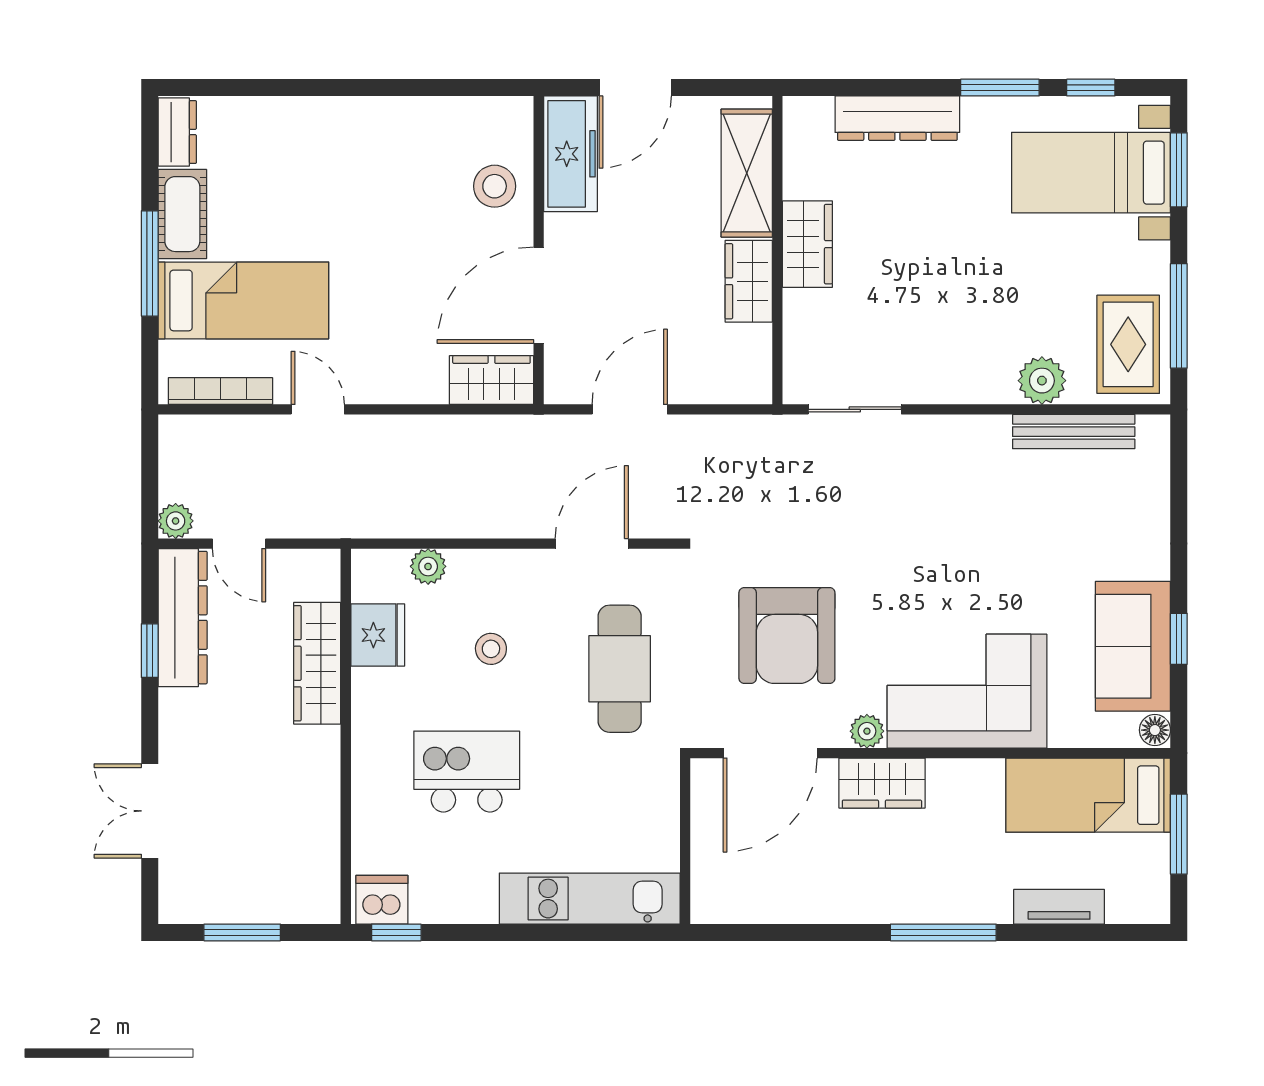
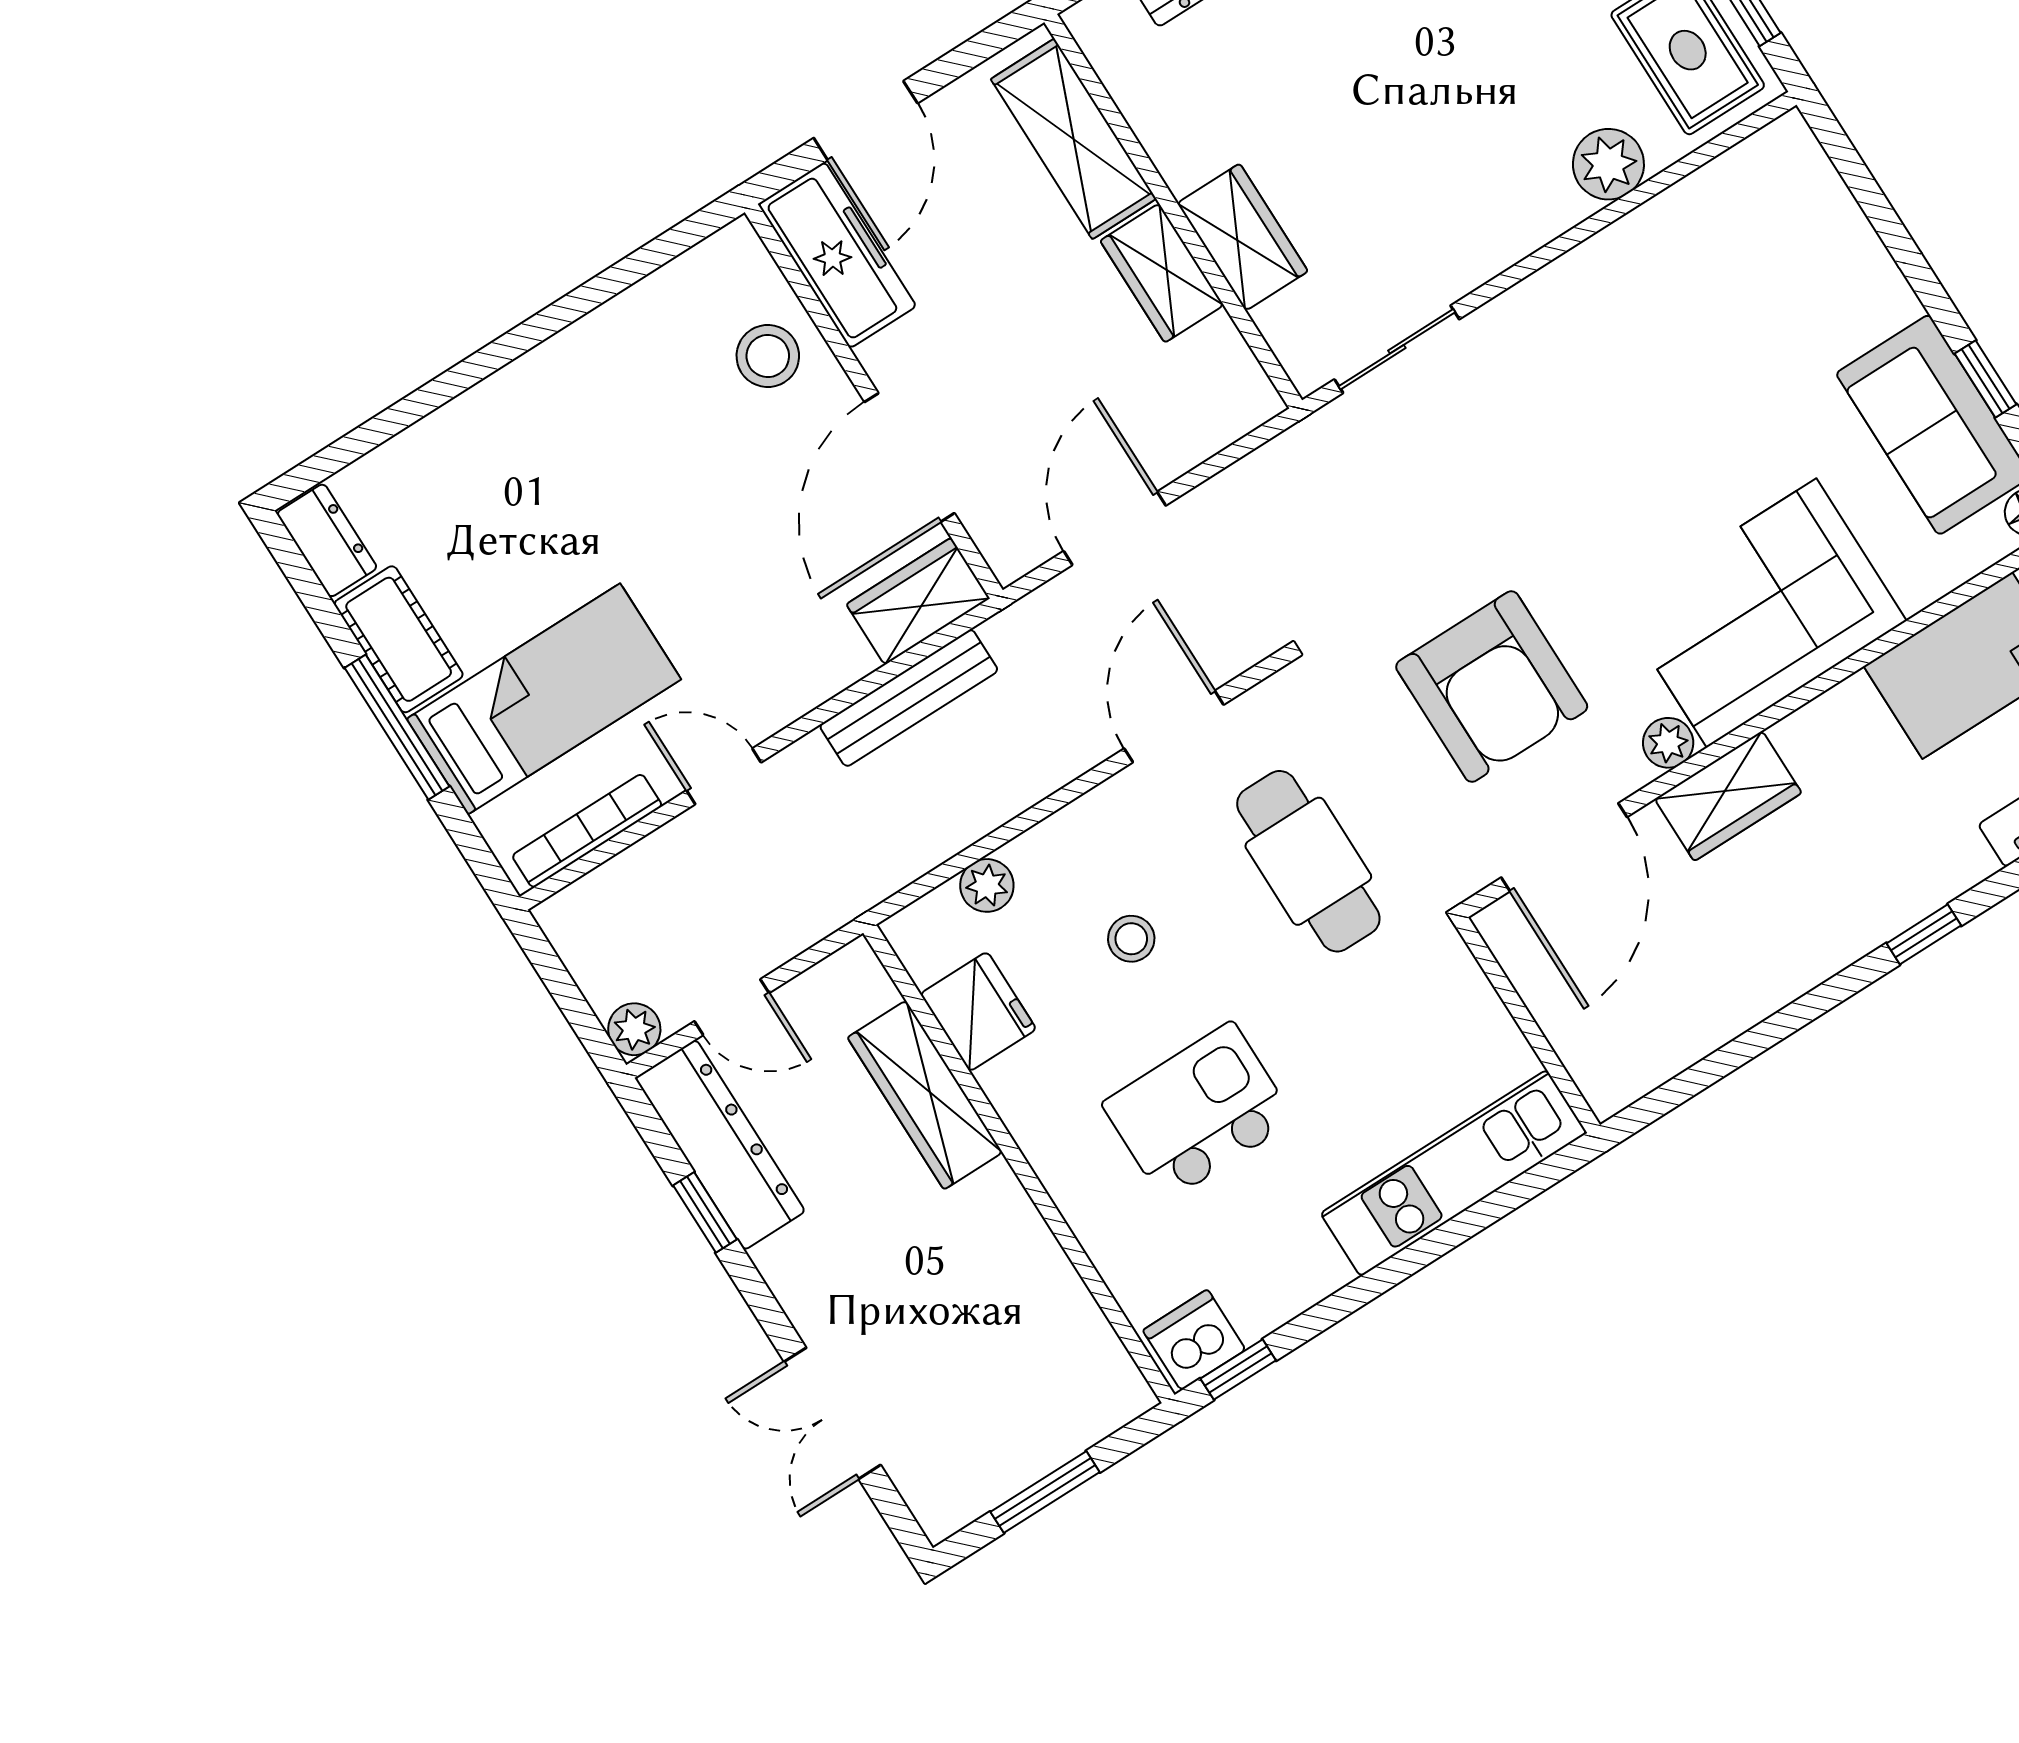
wardrobe: (807, 244) -> (1243, 237), moved
bench: (1074, 432) -> (909, 698), moved
window: (943, 932) -> (1924, 934), width x0.46

